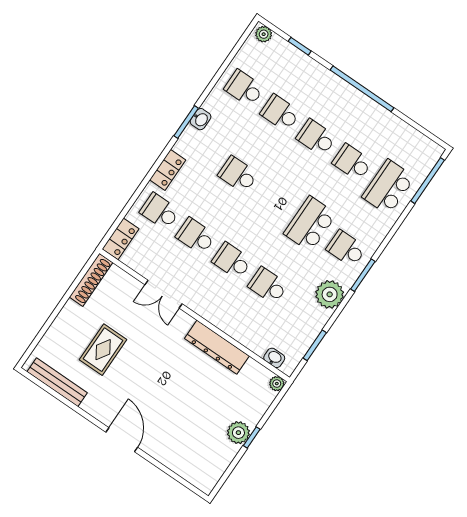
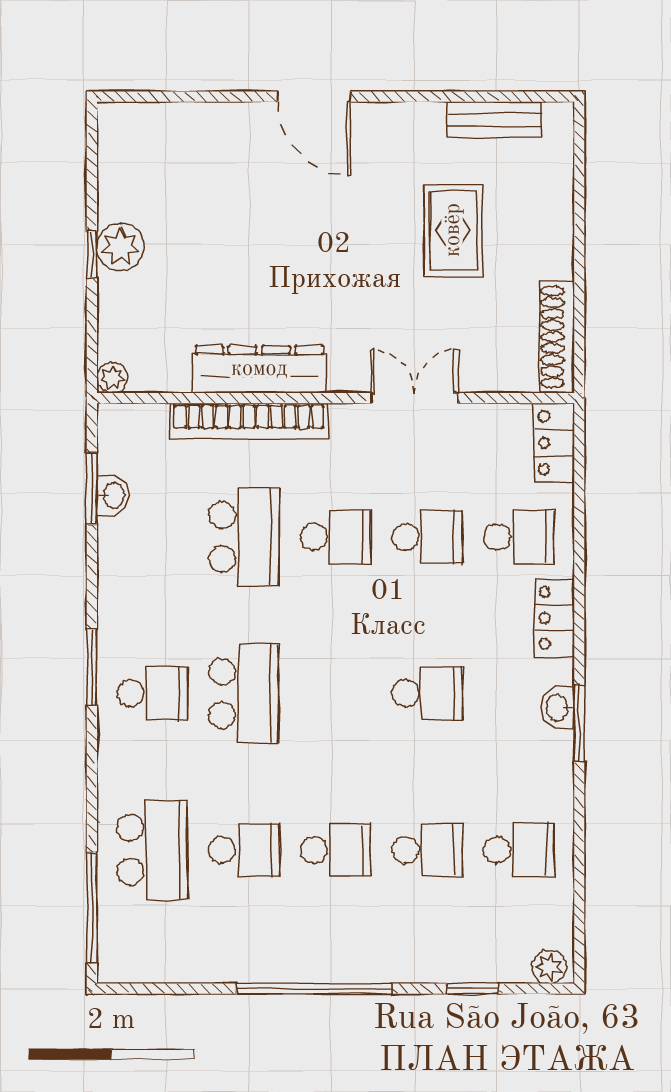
washbasin: (201, 119) -> (558, 708), moved
school desk: (268, 286) -> (244, 537), width x1.85
plant: (330, 294) -> (127, 595), removed
bookcase: (235, 330) -> (249, 421), added
washbasin: (274, 358) -> (113, 496), moved, turned -90
bench: (57, 382) -> (494, 120), width x0.73

